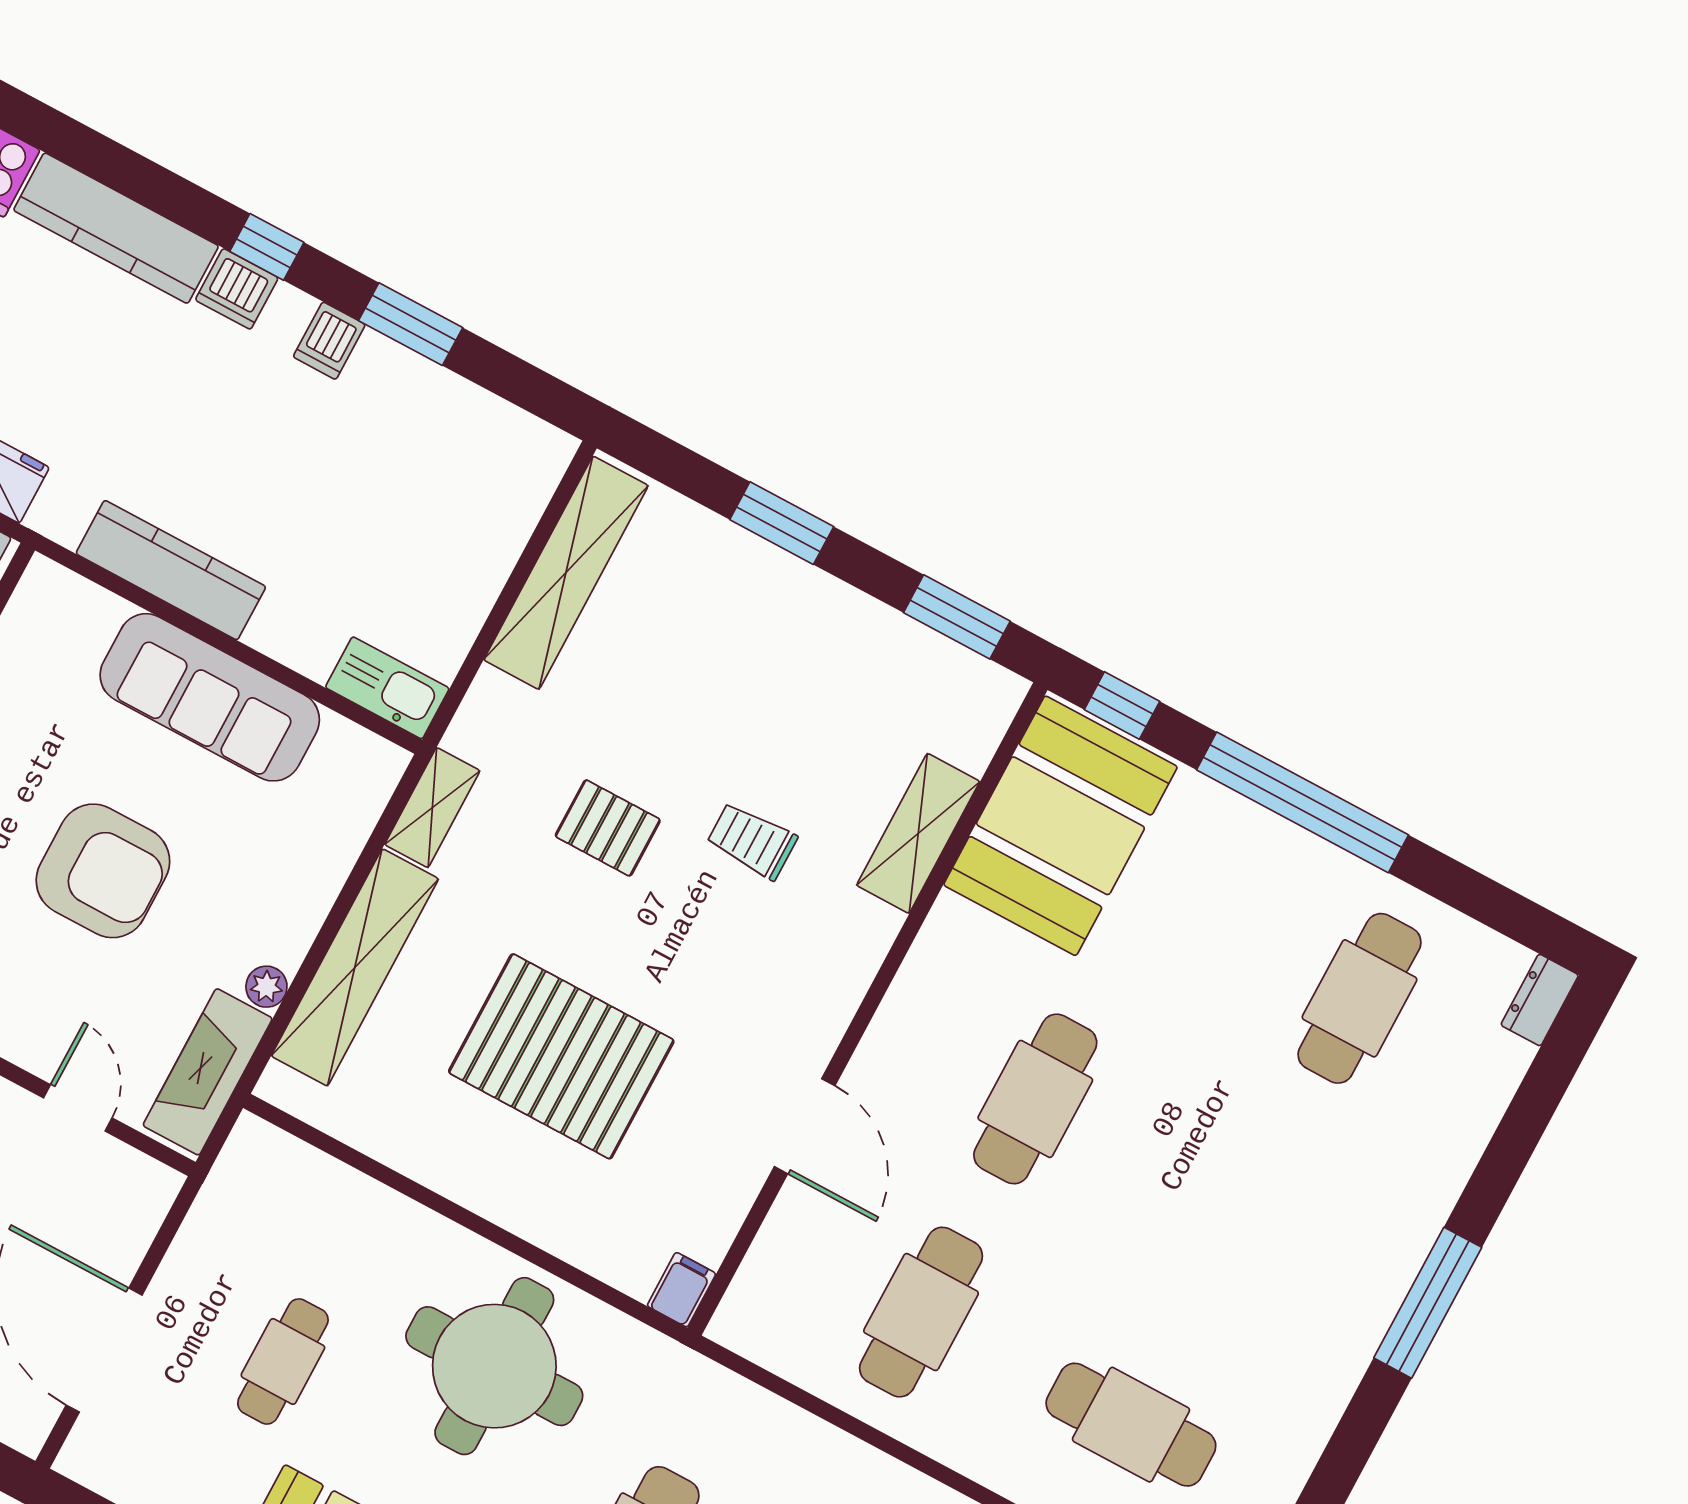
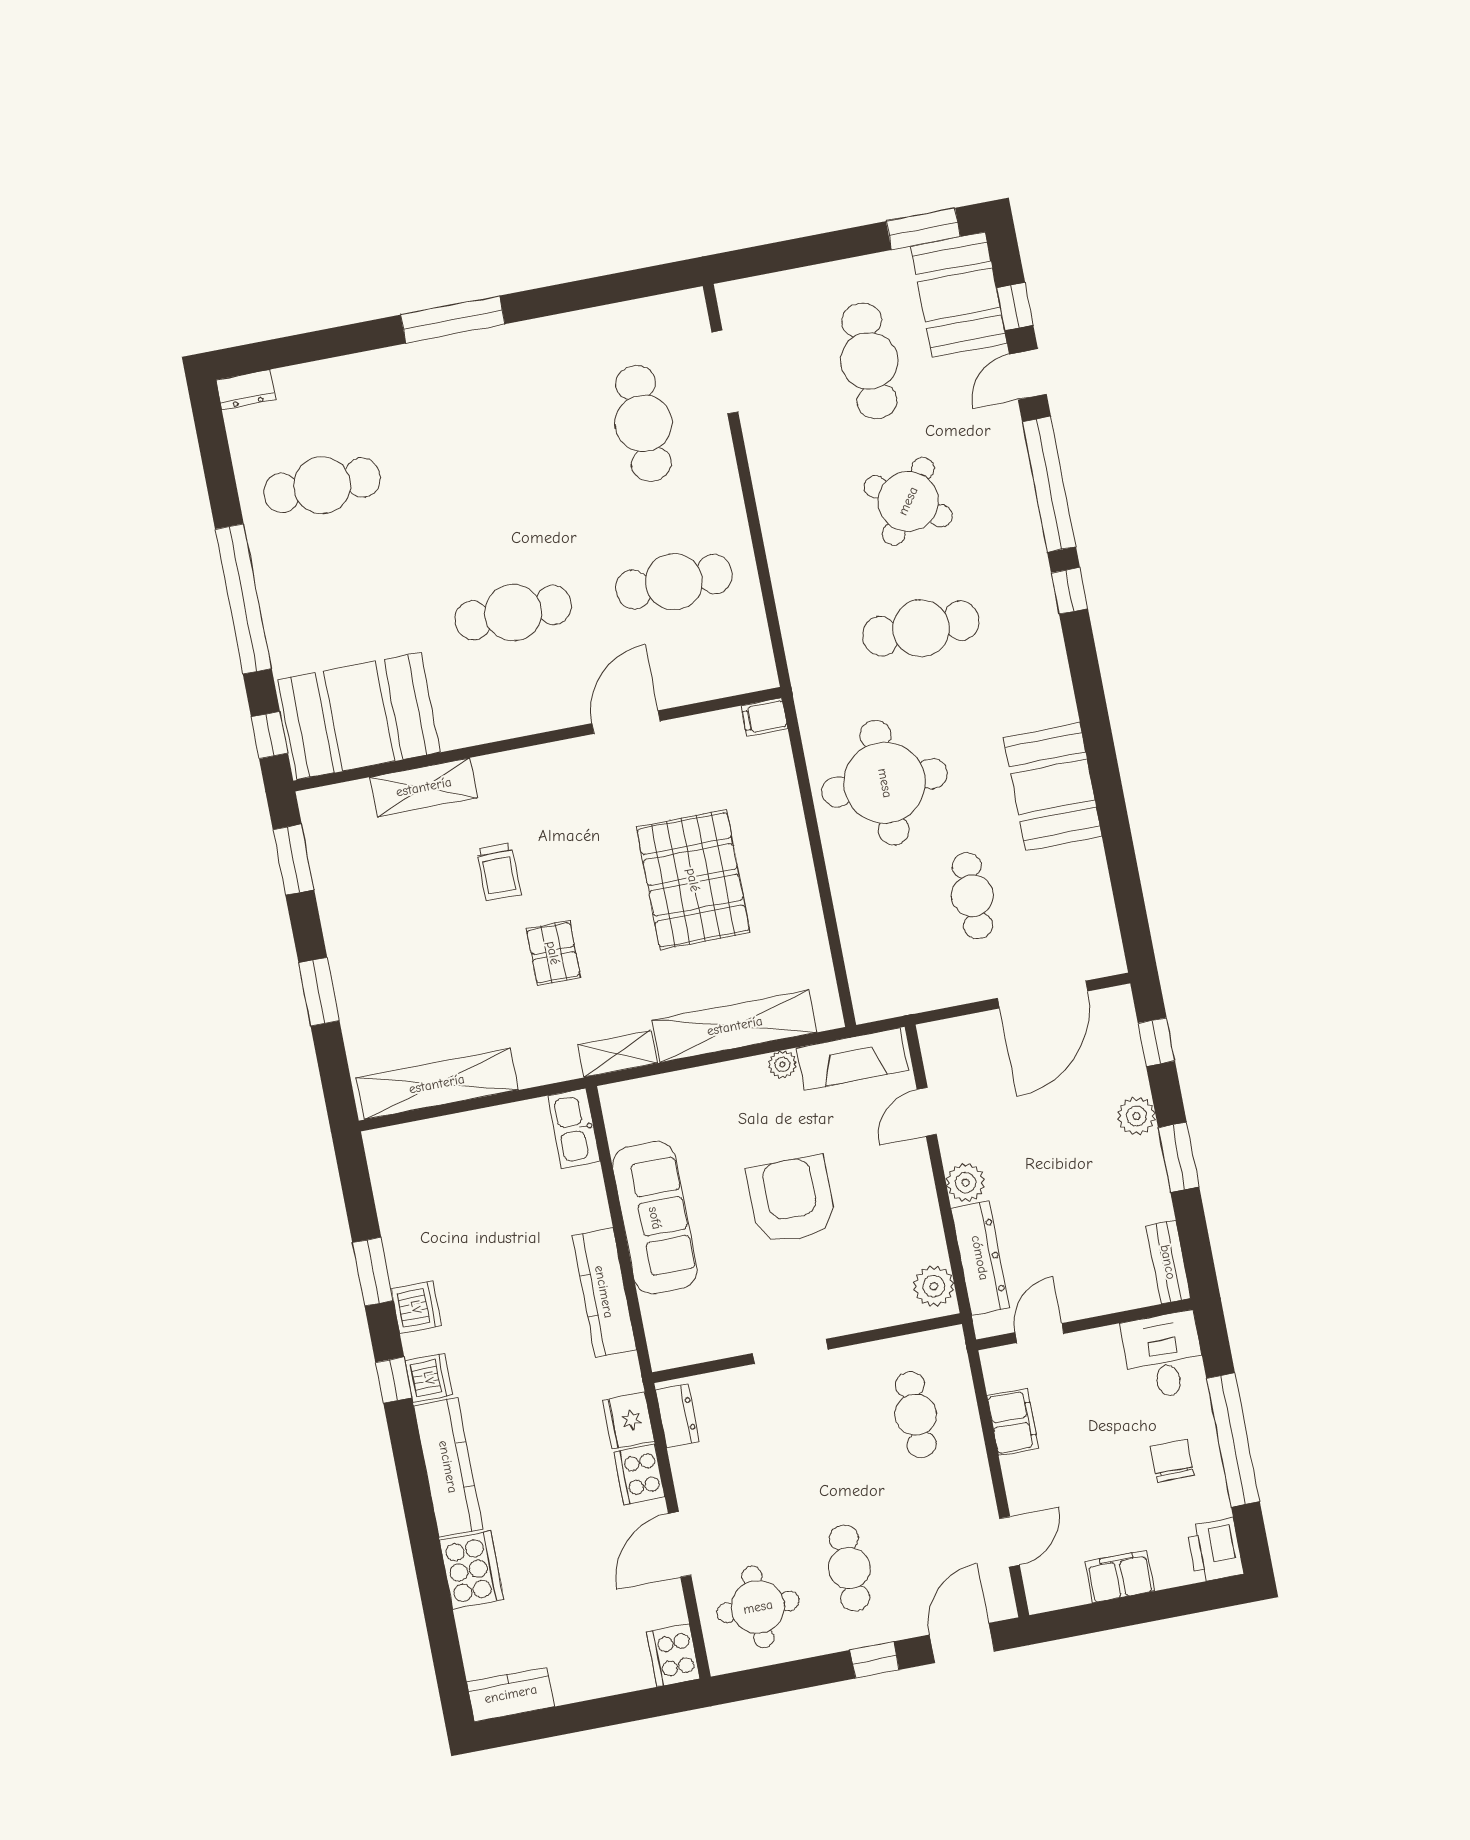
dishwasher: (329, 341) -> (416, 1307), width x1.38
cafe table: (283, 1361) -> (972, 896), turned 90

